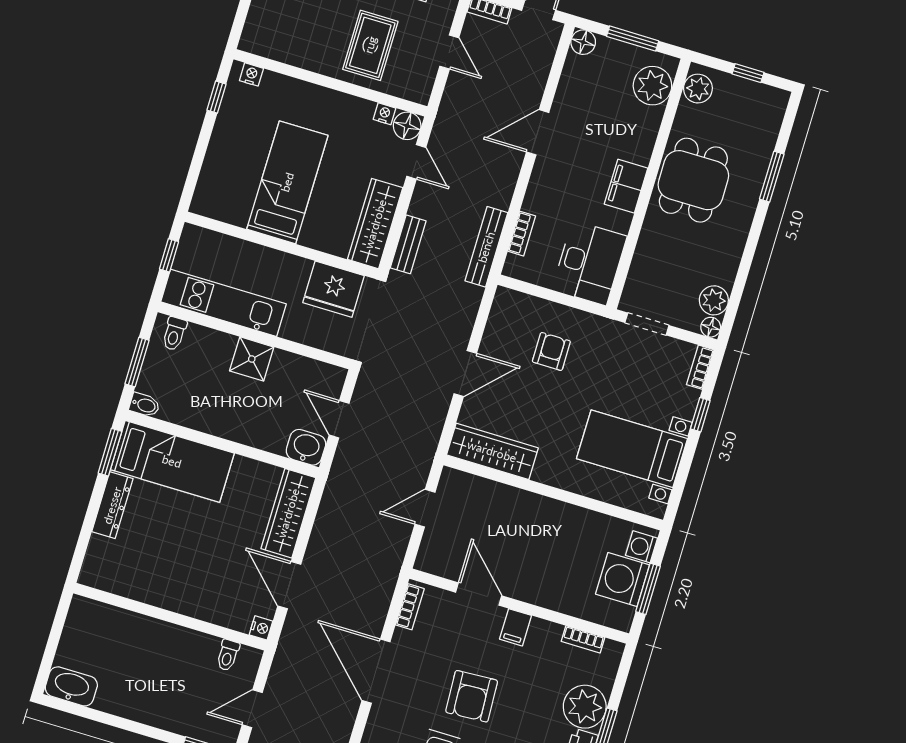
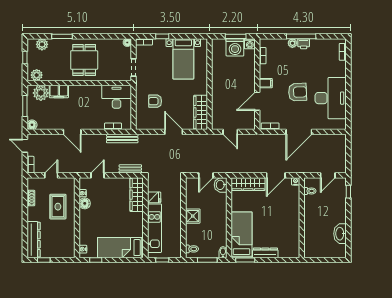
rug: (370, 45) -> (58, 207), turned 90
floor lamp: (407, 126) -> (85, 203), moved
dining table: (693, 180) -> (84, 60), moved, turned 90
bed: (287, 182) -> (120, 248), moved
filing cabinet: (626, 186) -> (59, 92), moved
wardrobe: (375, 224) -> (137, 195), moved, turned 90
fridge: (334, 289) -> (154, 197), width x0.53, depth x0.75
plant: (714, 300) -> (42, 44), moved
kitchen unit: (224, 303) -> (154, 228), moved, turned 180
washing machine: (642, 547) -> (250, 44), moved
washbasin: (71, 686) -> (340, 234), moved
plant: (585, 707) -> (292, 43), width x0.53, depth x0.53
door: (252, 709) -> (328, 175), hinge flipped

